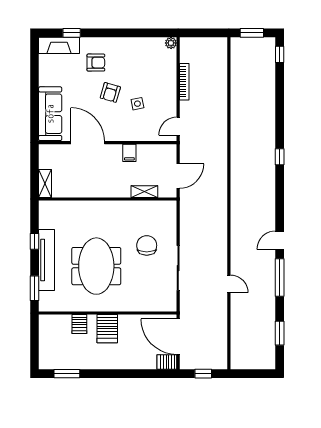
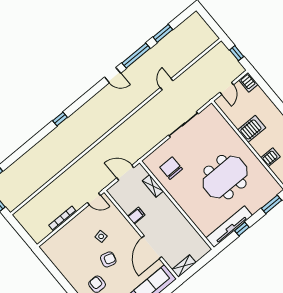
plant: (171, 43) -> (45, 247), removed
shelving: (45, 184) -> (184, 266), moved
chair: (147, 245) -> (171, 168), moved, turned 90
tv unit: (47, 260) -> (229, 227), moved
server rack: (107, 329) -> (252, 129), moved
window: (280, 333) -> (163, 33), moved
door: (178, 337) -> (227, 88), width x0.53

